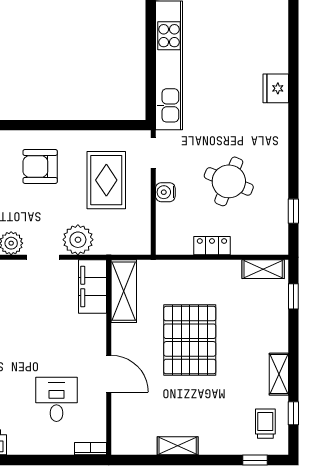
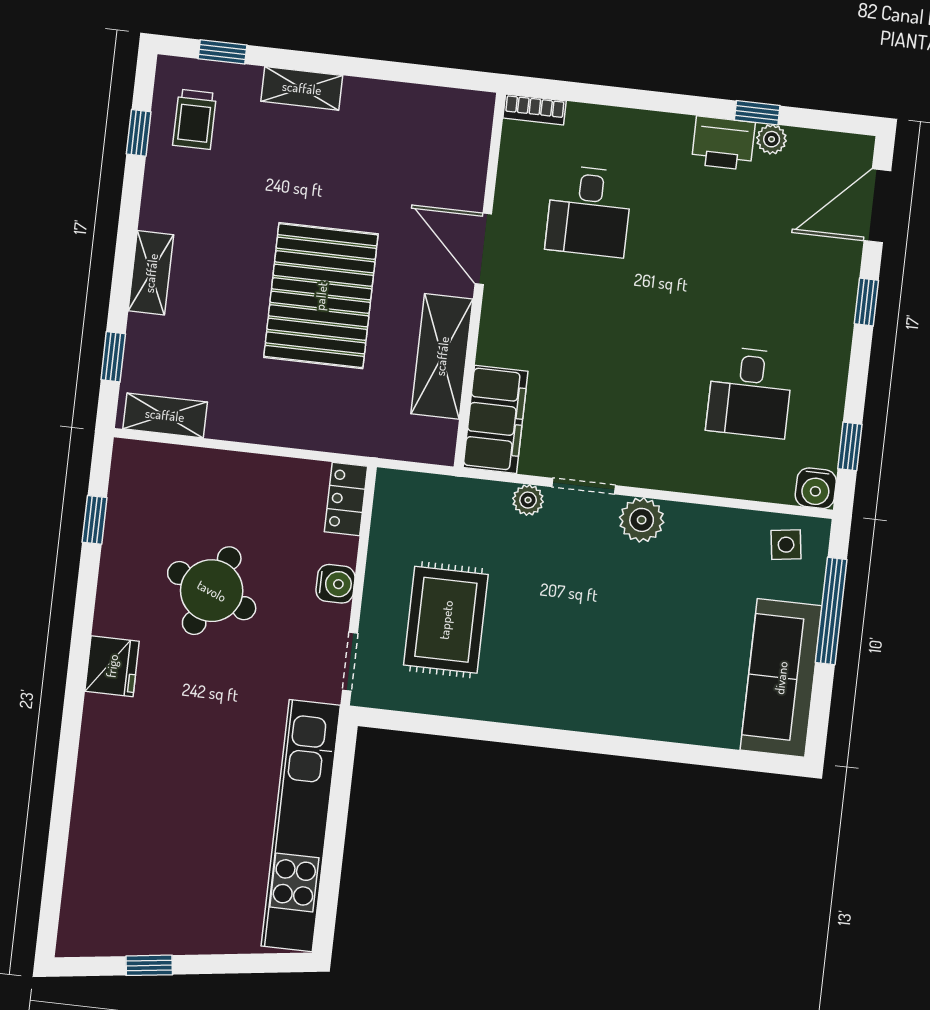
fridge: (276, 88) -> (112, 666), moved
armchair: (40, 166) -> (569, 660), removed
plant: (78, 240) -> (528, 500), width x0.53, depth x0.53
locker: (212, 246) -> (346, 499), moved, turned 90
shelving: (124, 291) -> (442, 356), moved
shelving: (279, 374) -> (151, 273), moved
shelving: (178, 446) -> (302, 88), moved

